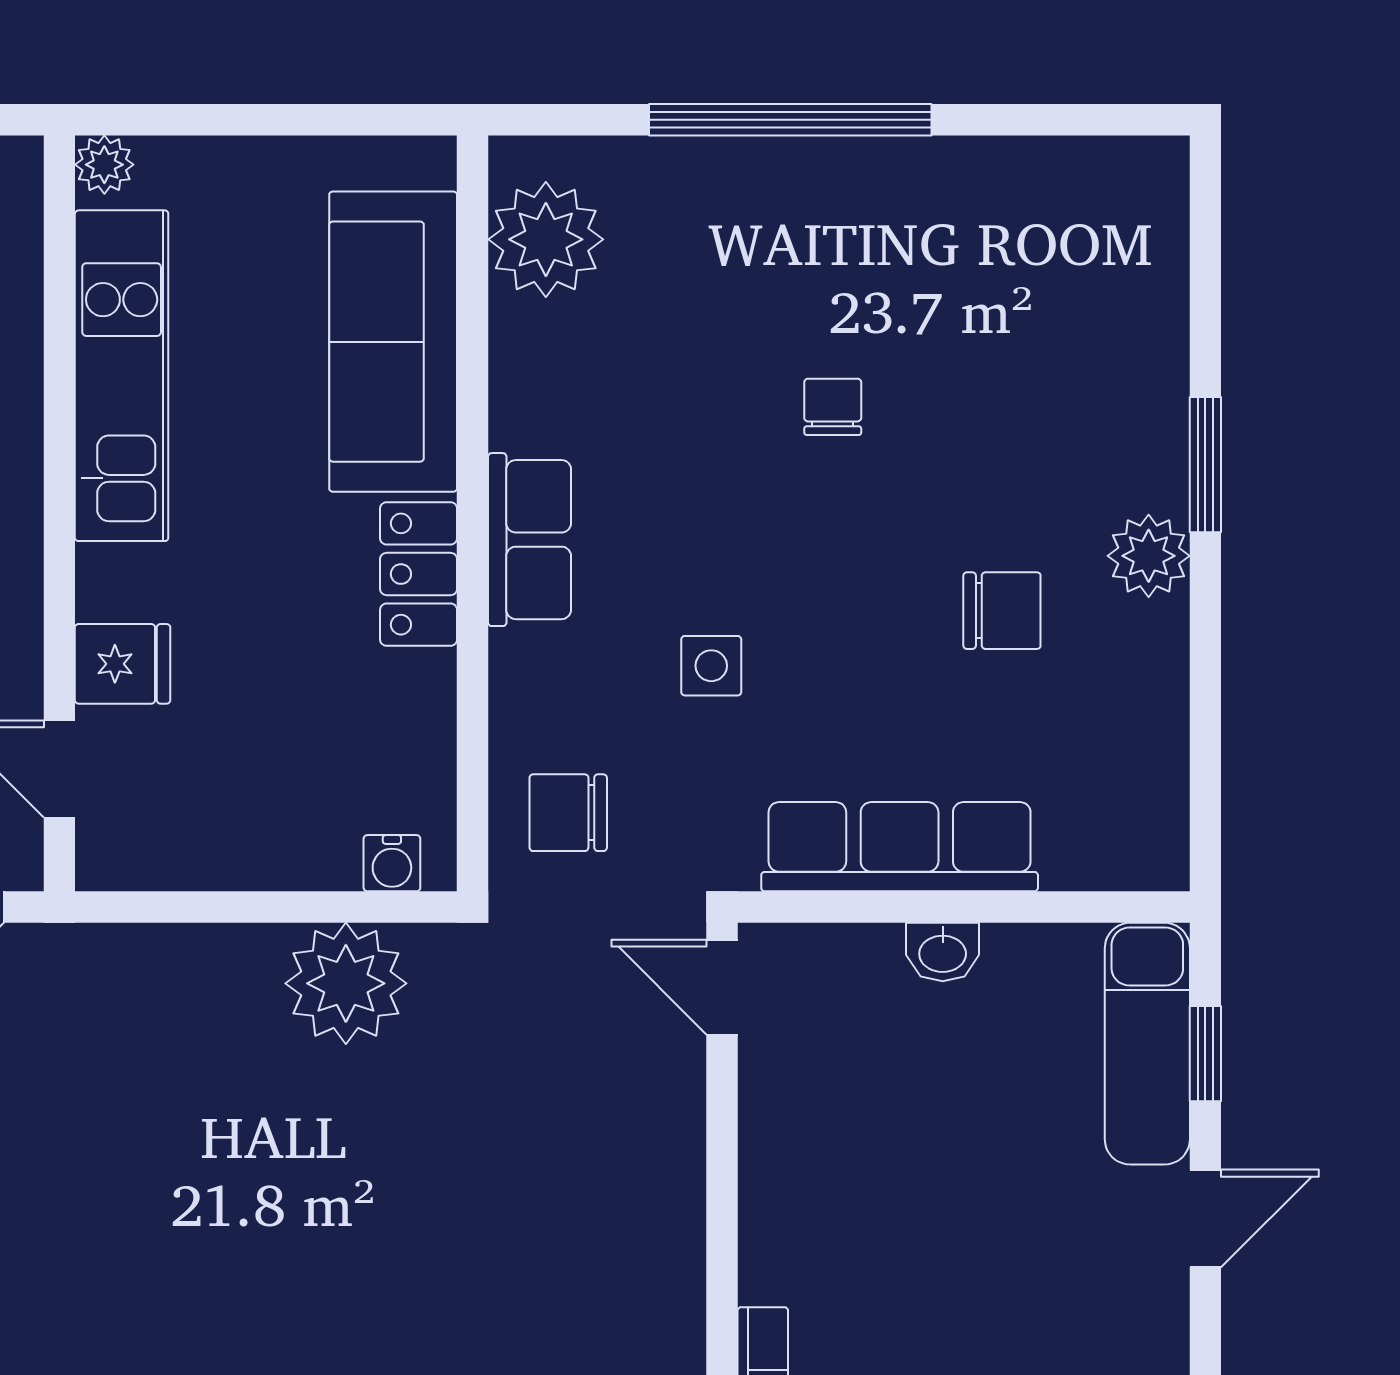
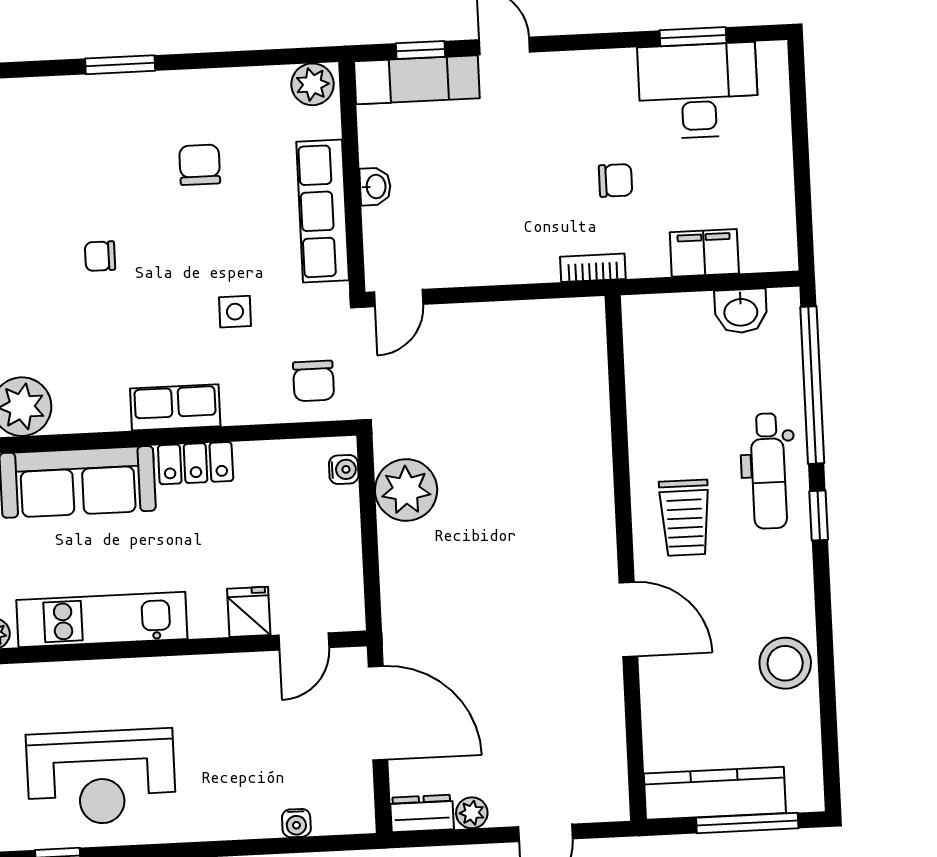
plant: (1149, 556) -> (312, 84), moved

